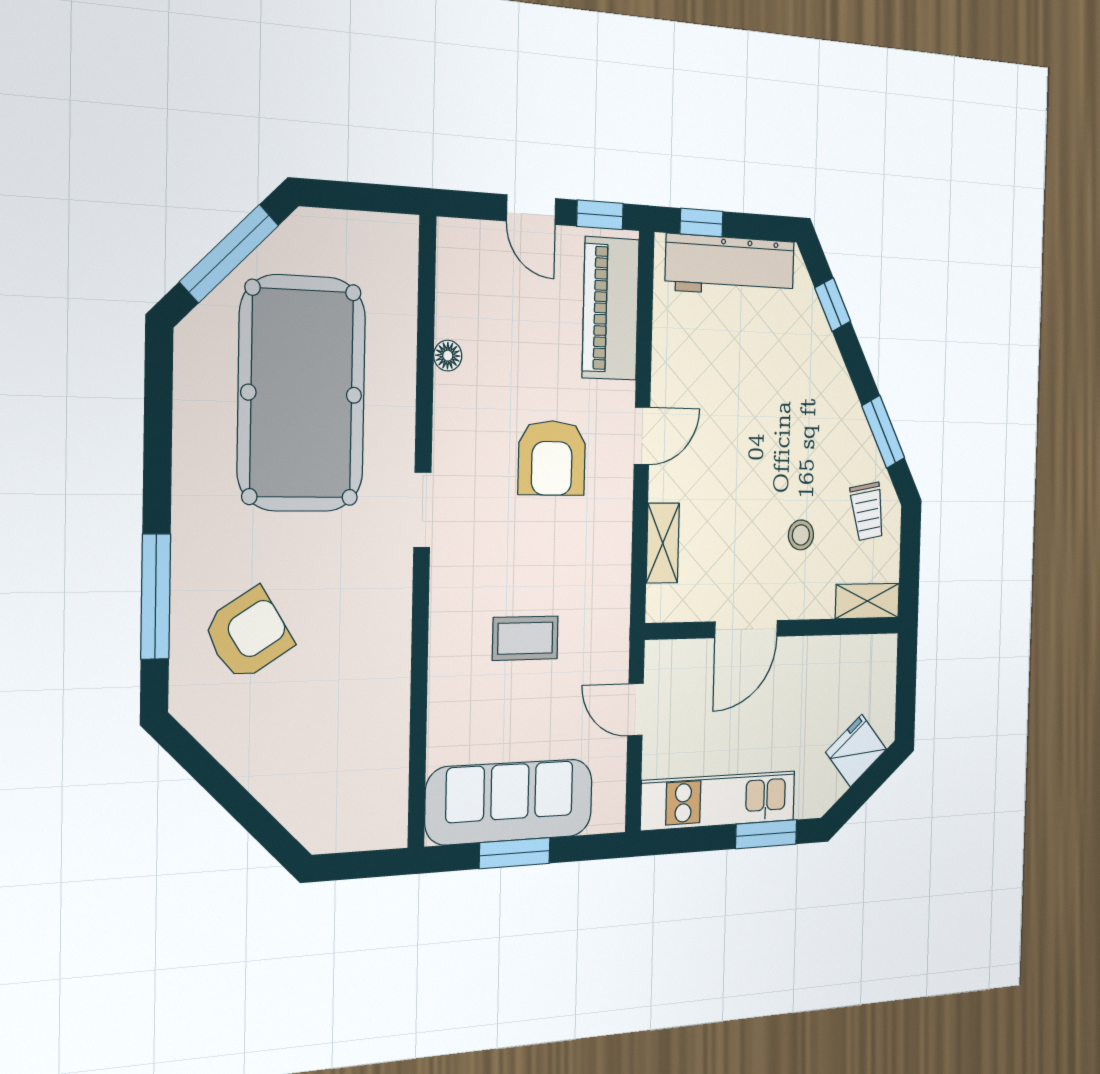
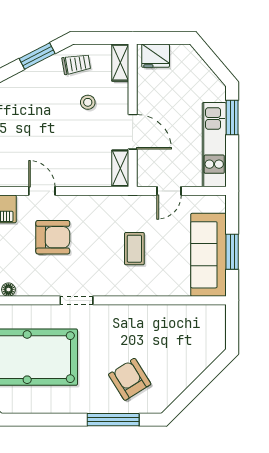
shelving: (663, 543) -> (120, 168), moved, turned 90
fridge: (856, 751) -> (156, 56), moved, turned -50

